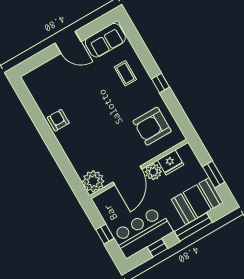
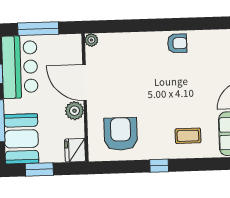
fridge: (171, 162) -> (75, 150), moved
plant: (93, 181) -> (91, 40), width x0.53, depth x0.53
window: (105, 234) -> (38, 29), width x2.17

